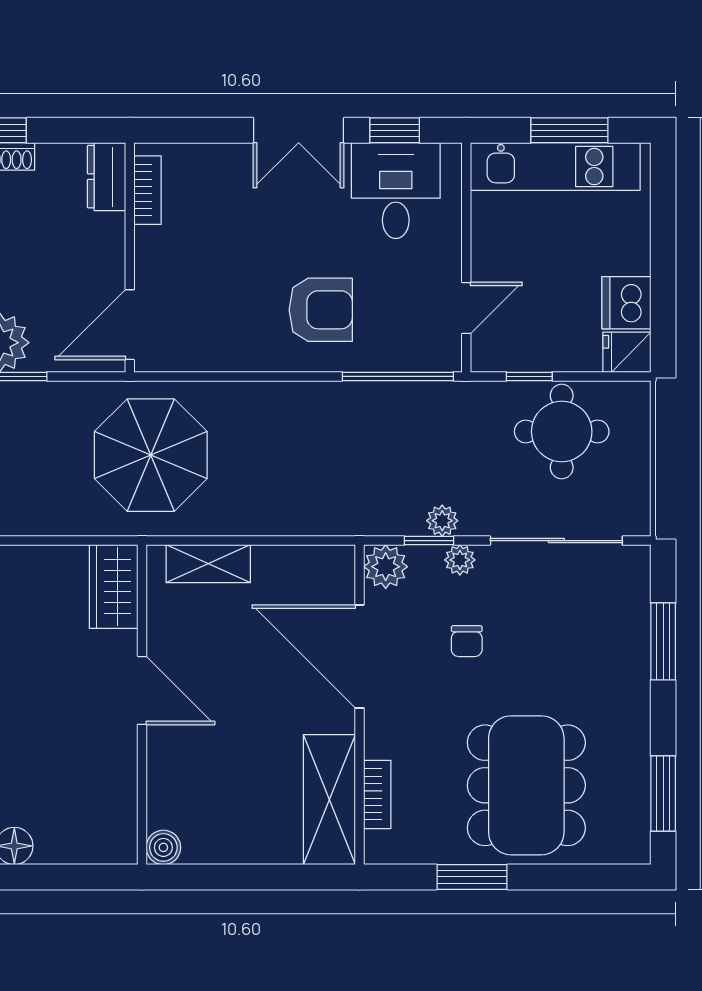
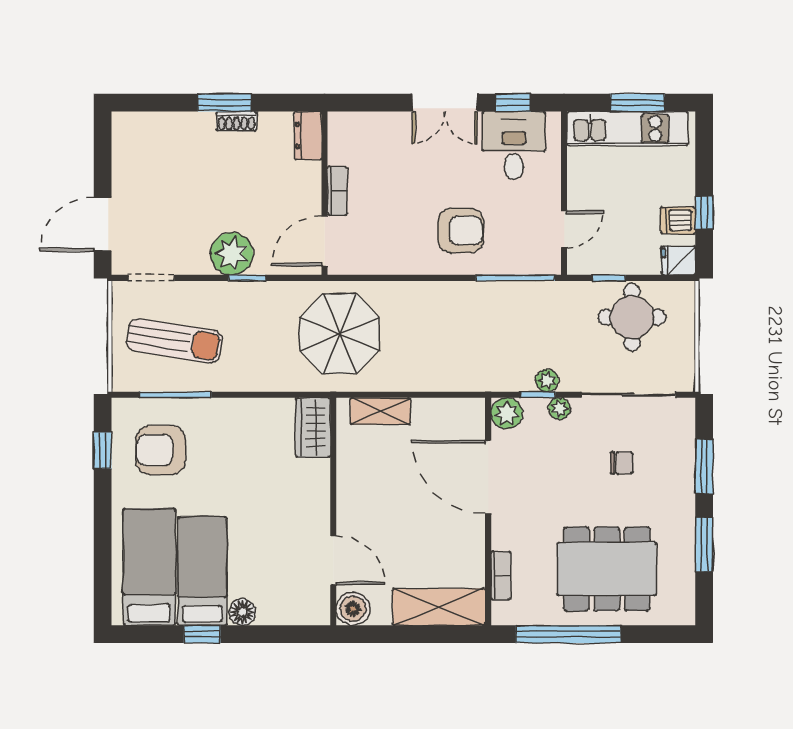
bookcase: (147, 190) -> (337, 191), moved
window: (663, 285) -> (704, 213), added
dishwasher: (626, 303) -> (678, 220), width x0.73
chair: (467, 641) -> (622, 463), moved, turned -90
door: (142, 690) -> (333, 560), moved
dining table: (526, 785) -> (607, 569), turned 90
window: (663, 794) -> (704, 544), moved
shelving: (329, 800) -> (439, 607), moved, turned 90
boiler: (163, 847) -> (353, 609), width x1.36, depth x1.36
window: (472, 877) -> (568, 634), width x2.11

